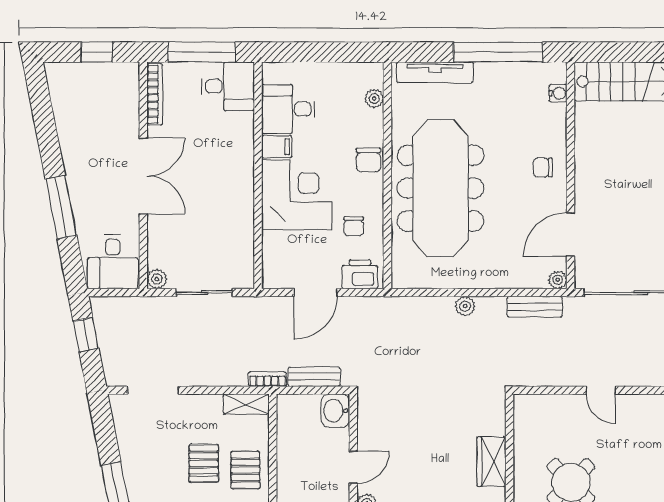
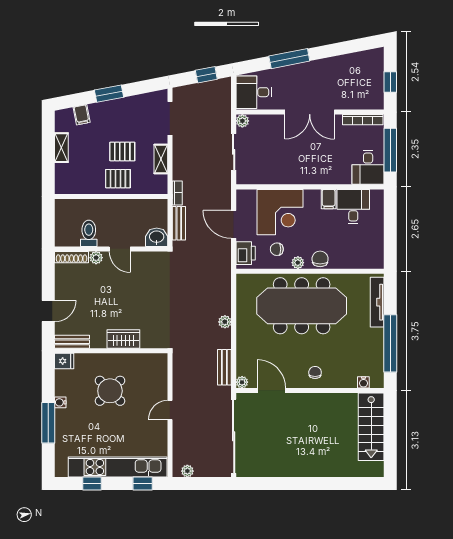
plant: (374, 99) -> (298, 263), moved
chair: (369, 160) -> (320, 259), turned 90
corner desk: (297, 195) -> (280, 212), moved
shelving: (246, 404) -> (161, 159), moved

